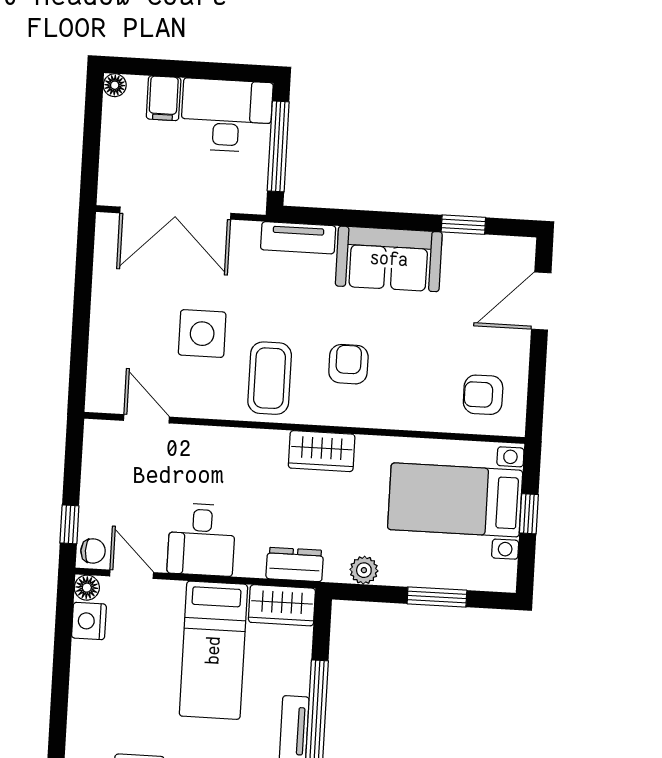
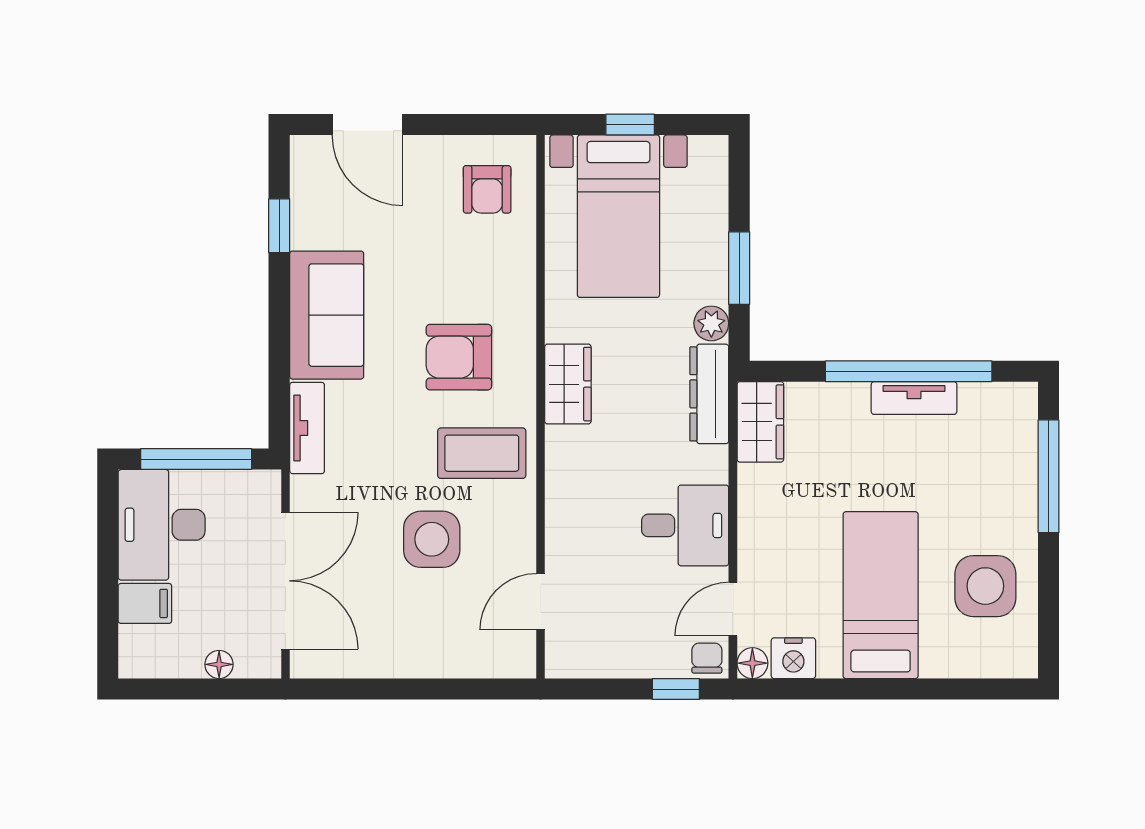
floor lamp: (115, 85) -> (219, 664), moved
armchair: (348, 364) -> (459, 357), width x1.38, depth x1.38
dresser: (295, 564) -> (709, 394), width x1.44
window: (437, 597) -> (739, 268), moved
bed: (213, 650) -> (881, 595), moved, turned -90

